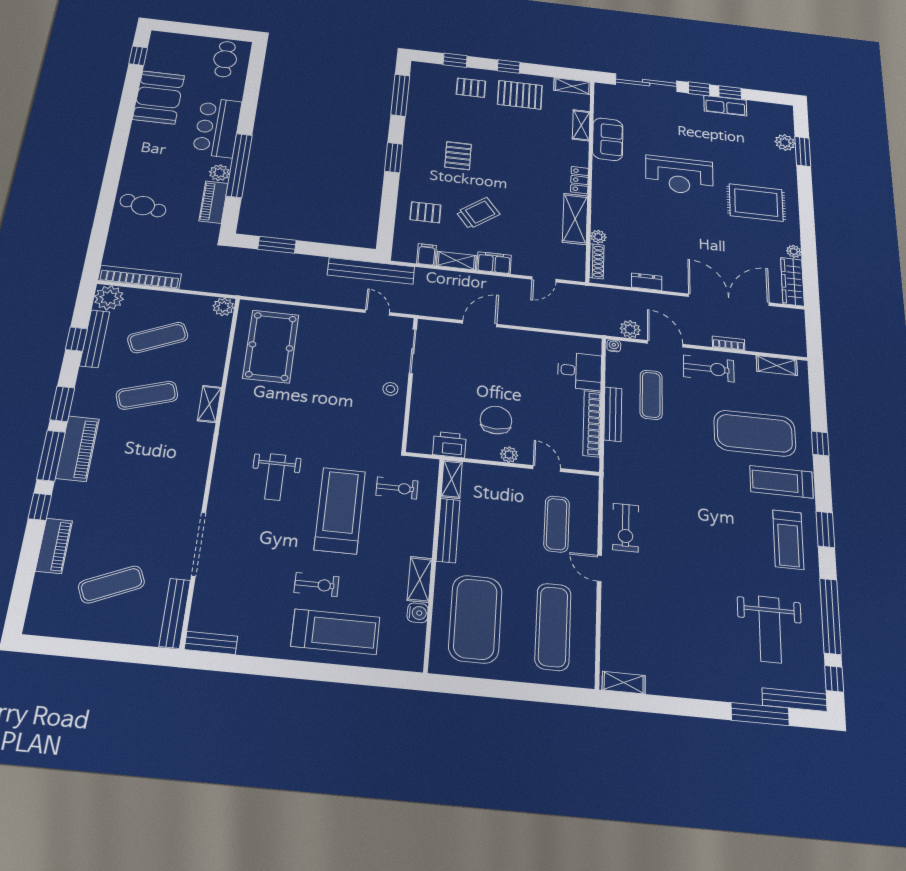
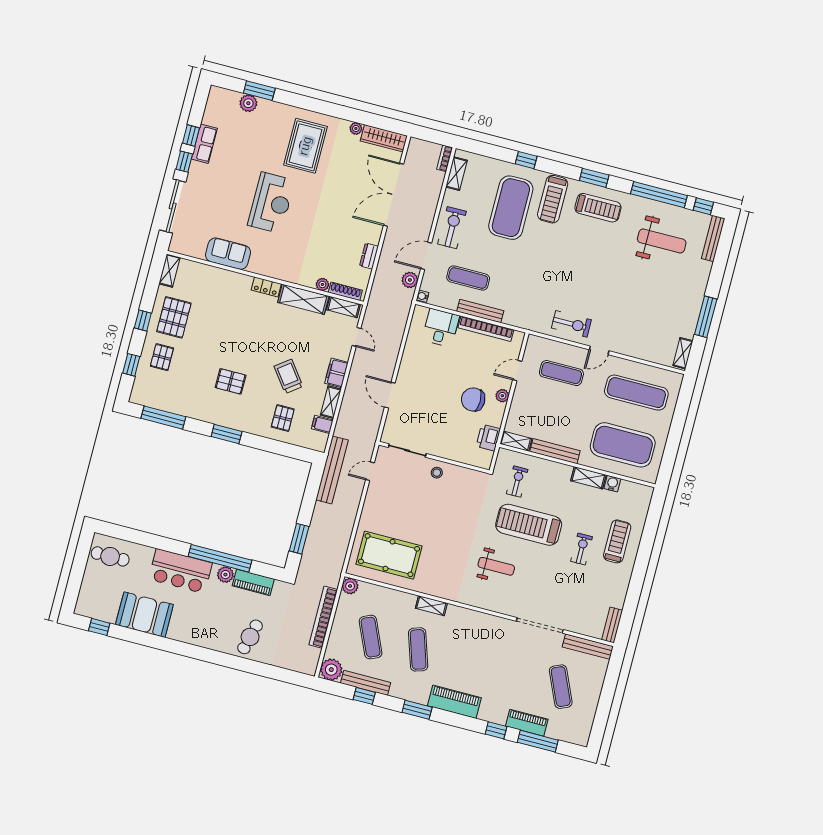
shelving: (581, 125) -> (344, 307), moved
bookcase: (140, 277) -> (323, 617), moved
bookcase: (728, 343) -> (445, 158), moved
window: (51, 456) -> (538, 741), moved
treadmill: (335, 632) -> (617, 541), width x0.73, depth x0.73
window: (760, 714) -> (706, 317), moved

